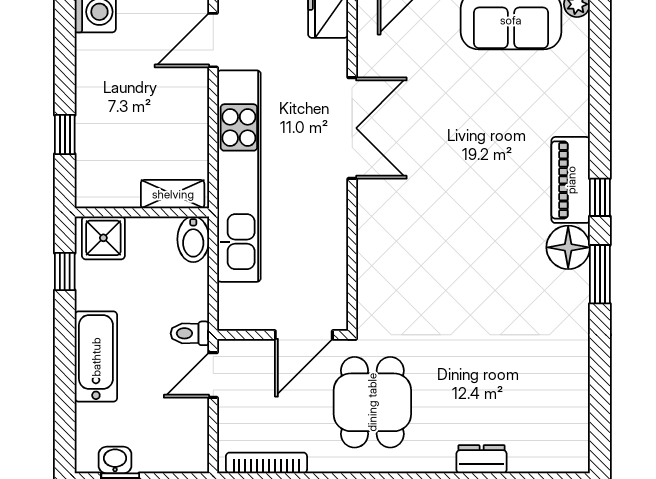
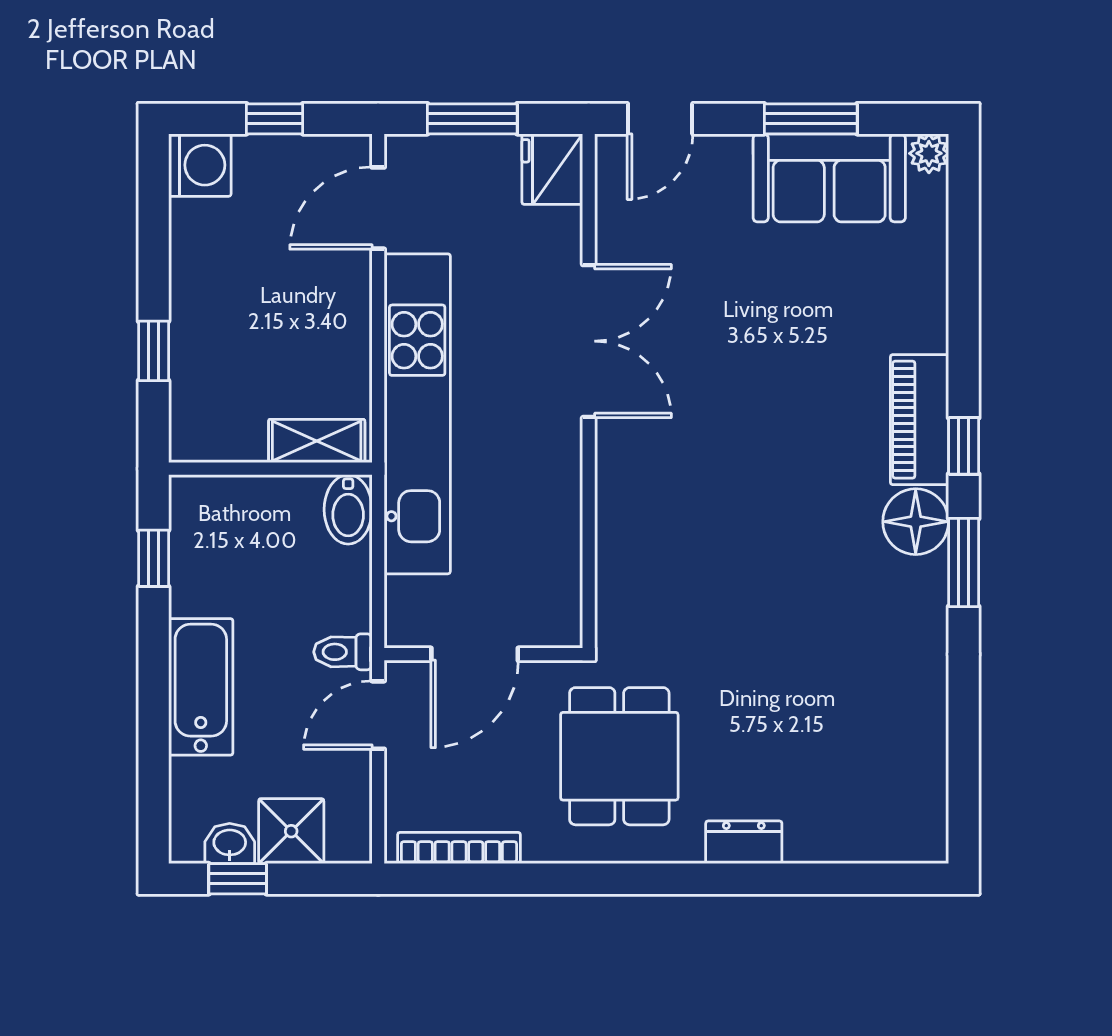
shower: (103, 238) -> (291, 831), moved
door: (304, 335) -> (475, 654), moved
dresser: (482, 459) -> (744, 842), moved

